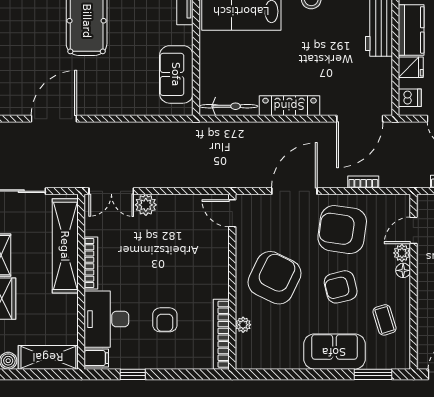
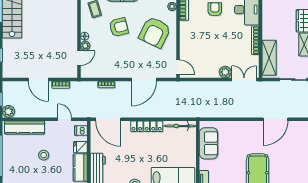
door: (360, 119) -> (108, 119), swing flipped
armchair: (342, 230) -> (118, 59), removed
shelving: (65, 246) -> (269, 58), width x0.68

